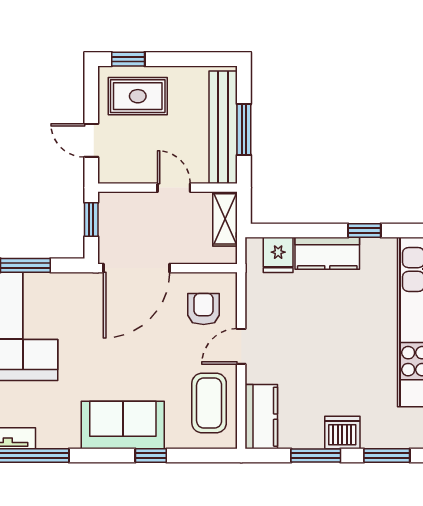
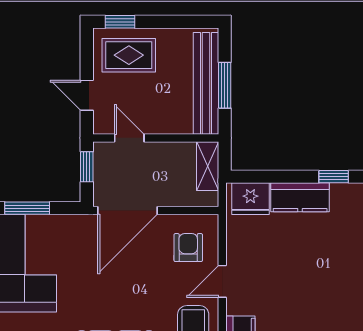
door: (174, 188) -> (129, 138), moved
fridge: (278, 255) -> (250, 199), width x1.38

